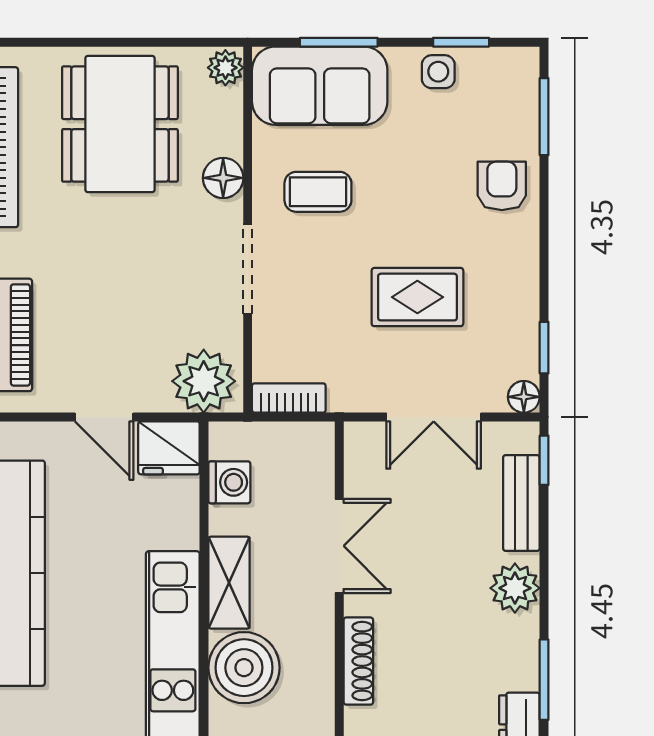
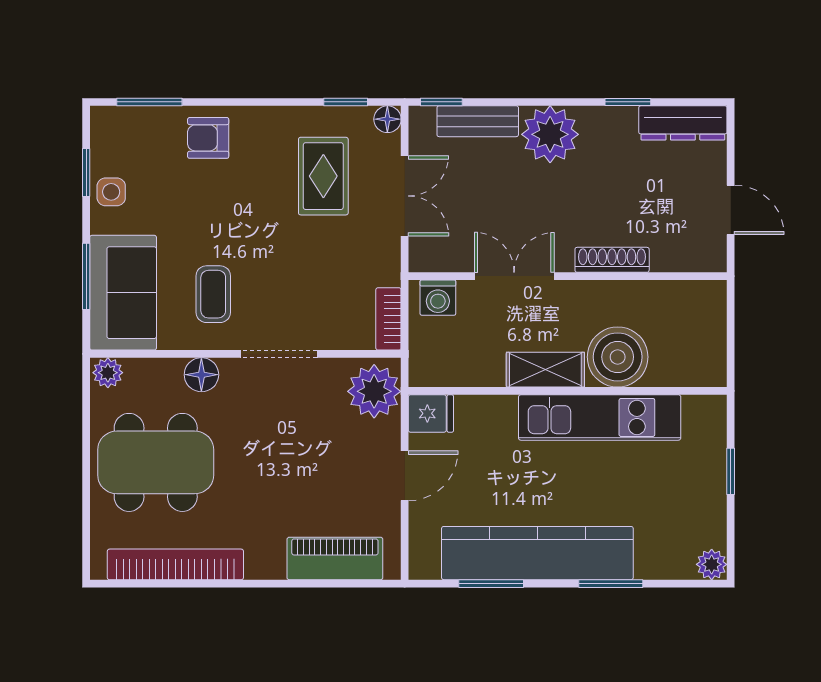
rug: (417, 297) -> (323, 176), moved
fridge: (169, 448) -> (431, 413), width x0.72
washing machine: (229, 482) -> (438, 298), moved, turned 180
plant: (515, 588) -> (550, 134), width x1.36, depth x1.36
window: (544, 680) -> (628, 102), width x0.67

